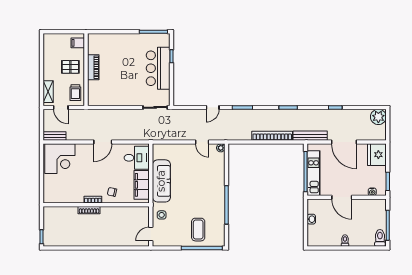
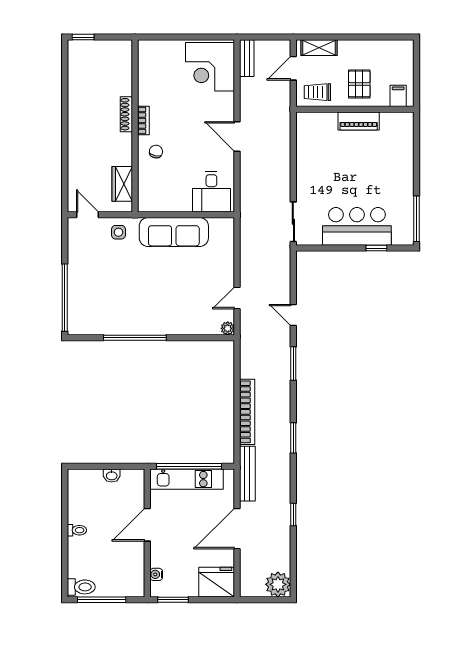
filing cabinet: (142, 185) -> (167, 200), removed
wardrobe: (132, 213) -> (122, 184), added
coffee table: (198, 230) -> (95, 292), removed

